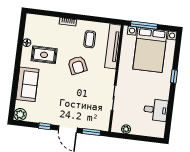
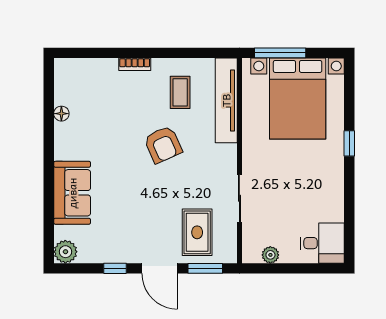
rug: (44, 55) -> (197, 232), moved, turned 90
desk: (156, 110) -> (322, 243), moved

